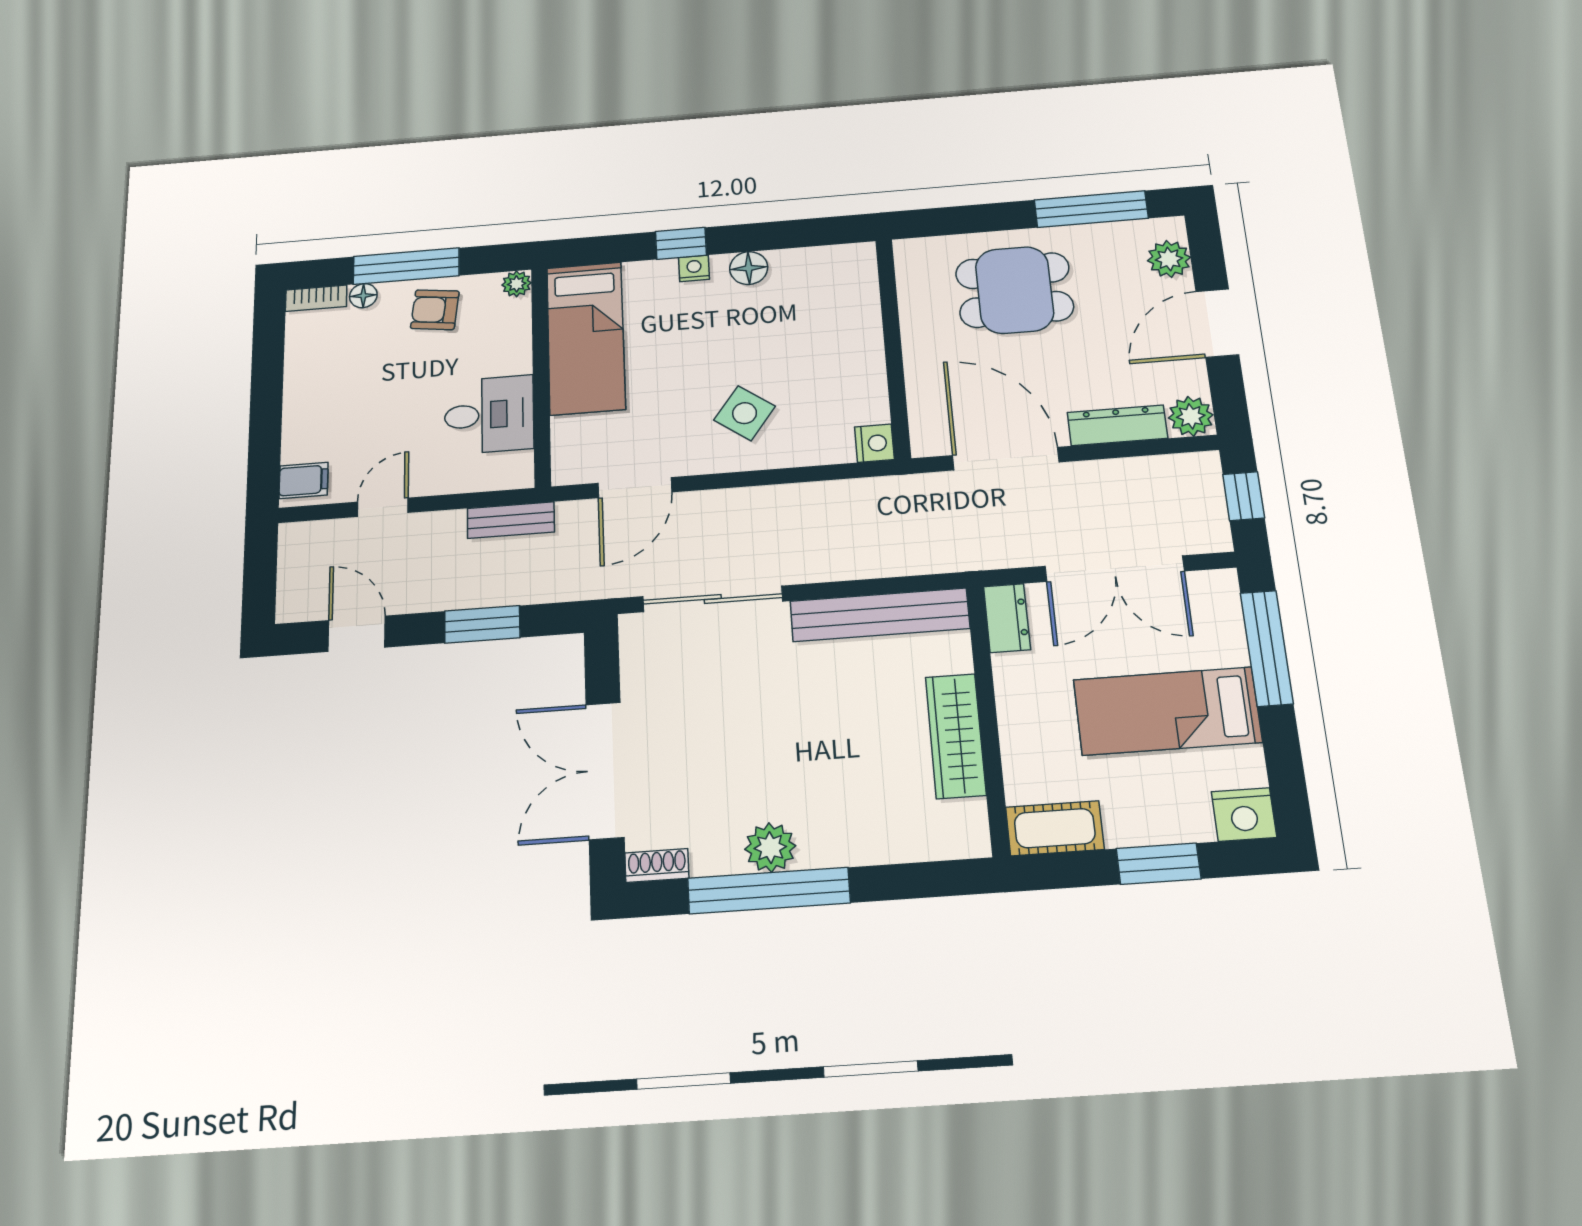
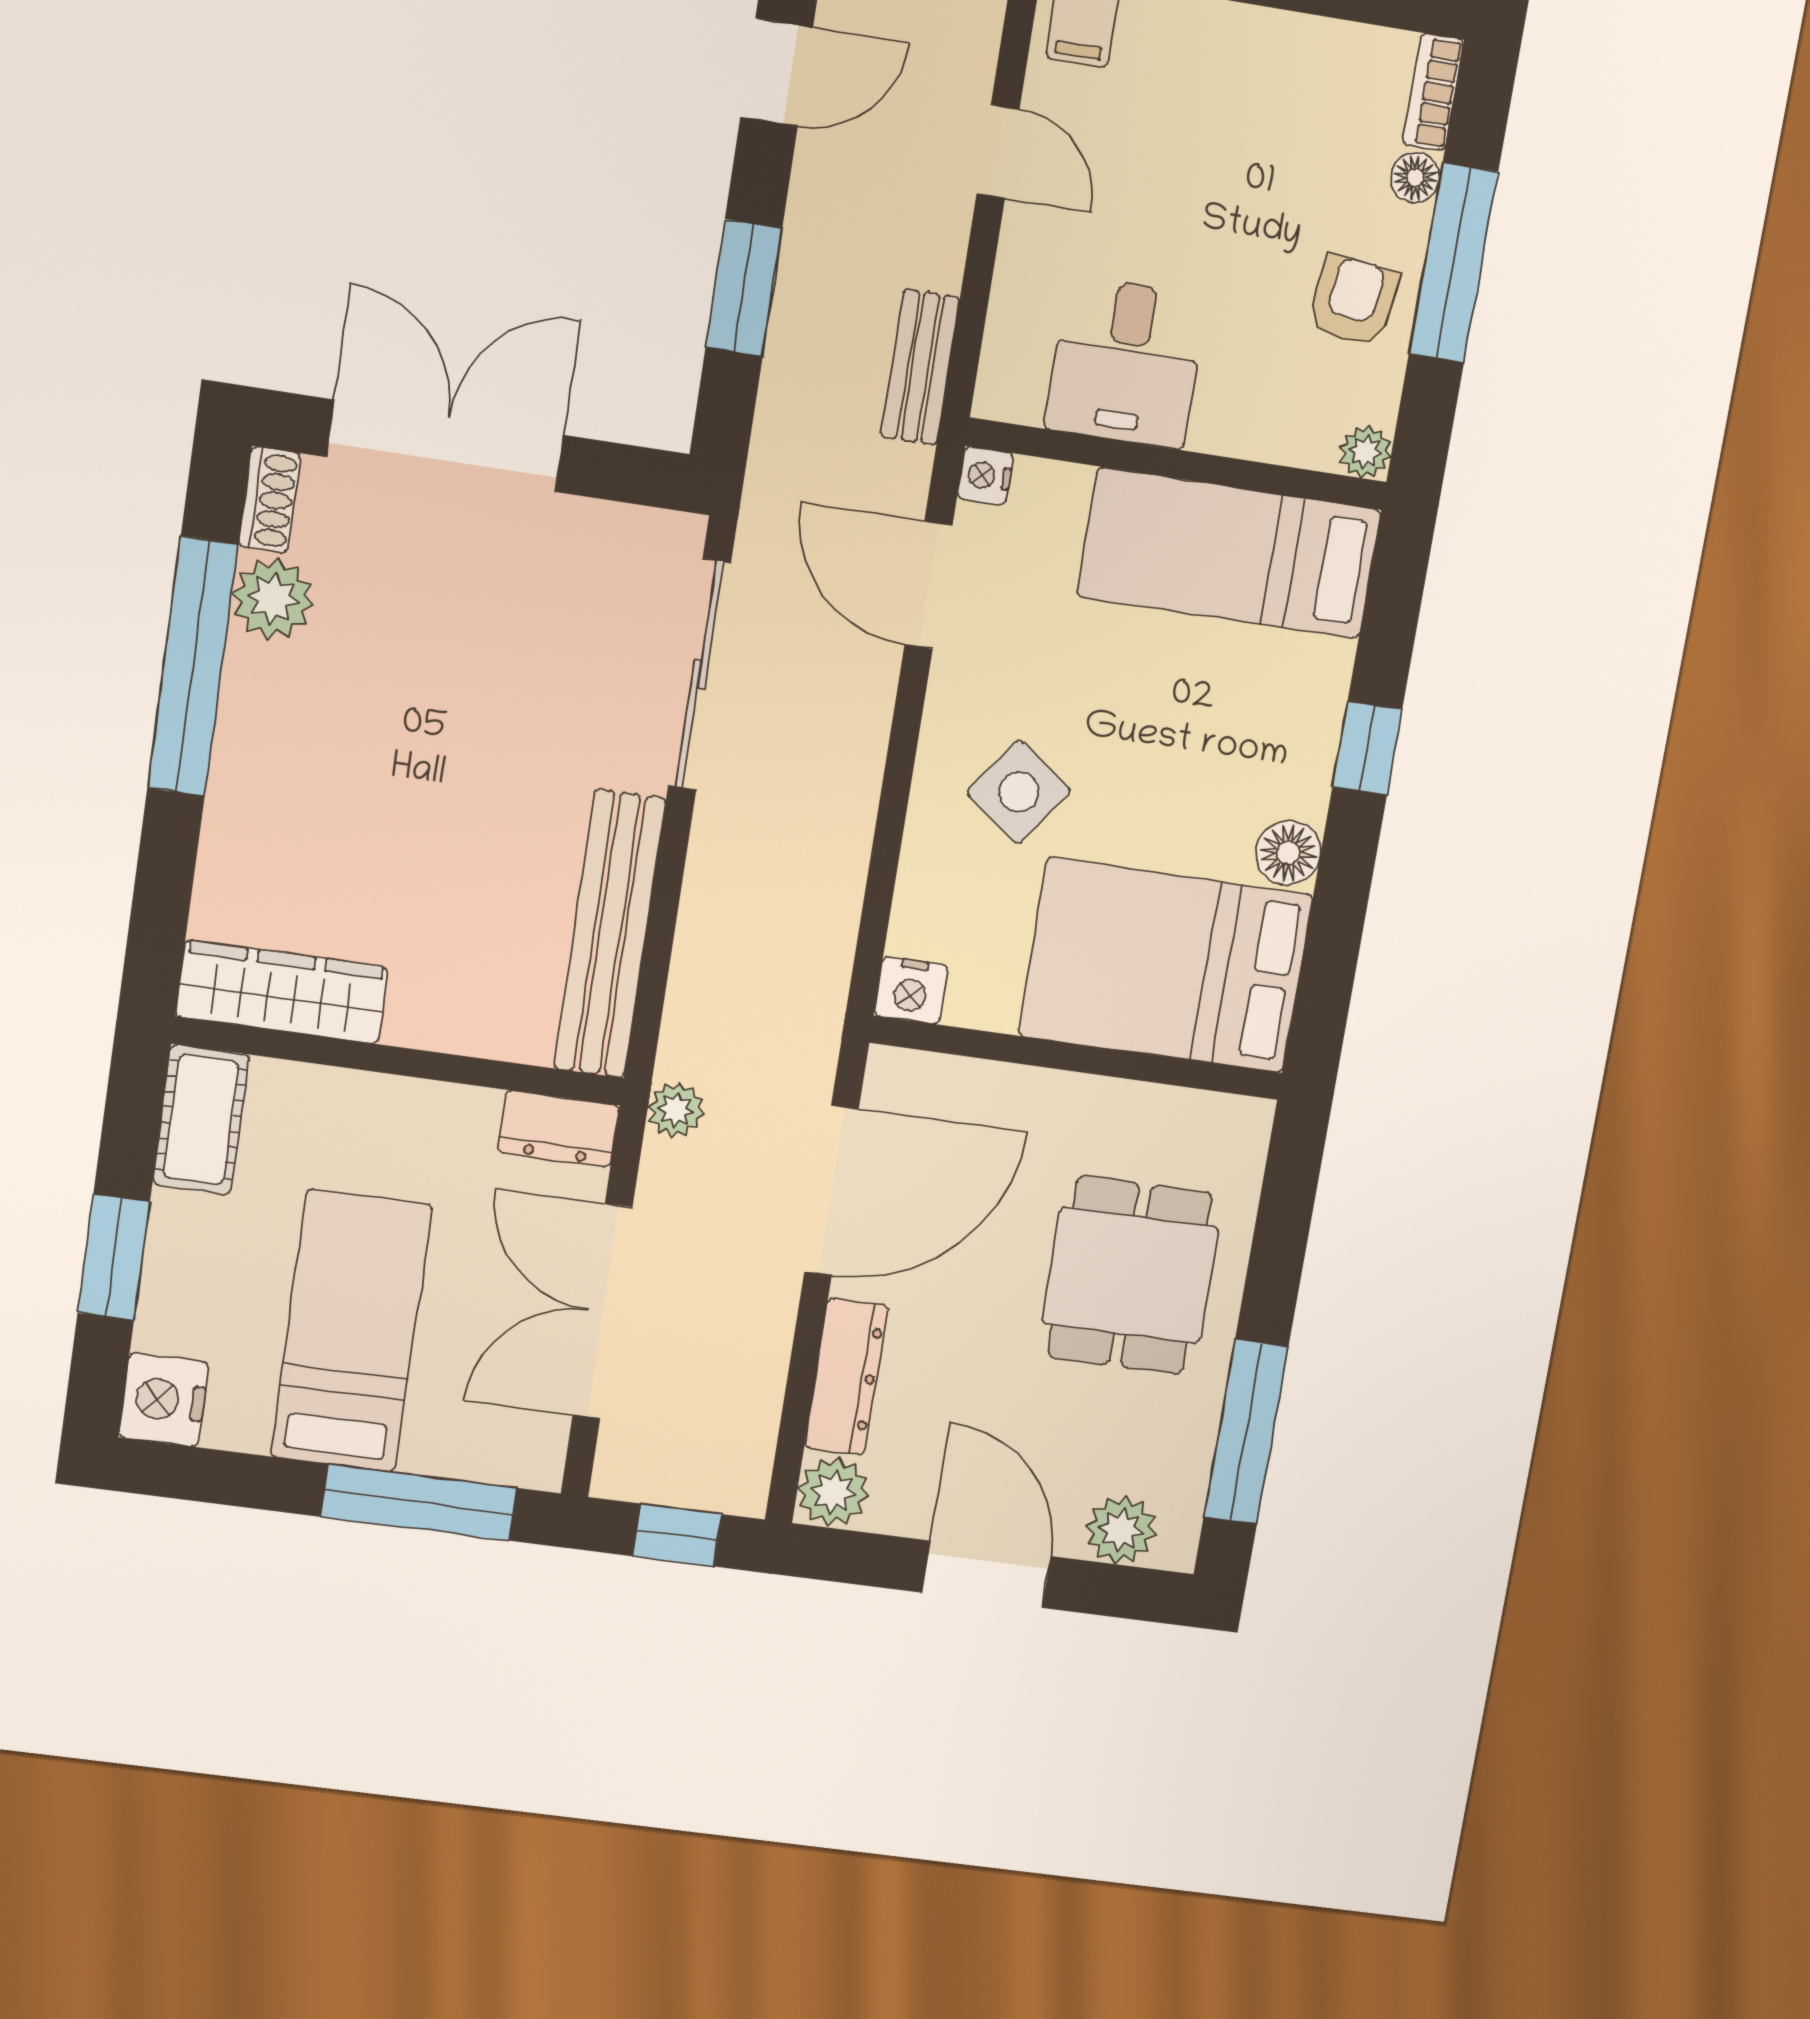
nightstand: (694, 268) -> (985, 476), moved, turned 180
bed: (828, 314) -> (1166, 965), added
plant: (978, 555) -> (676, 1110), added
wardrobe: (956, 736) -> (282, 992), moved
plant: (770, 848) -> (273, 599), moved

